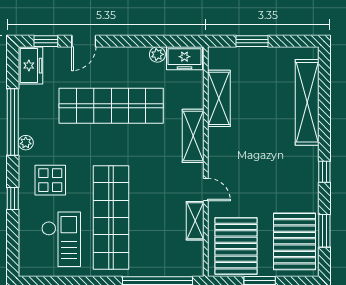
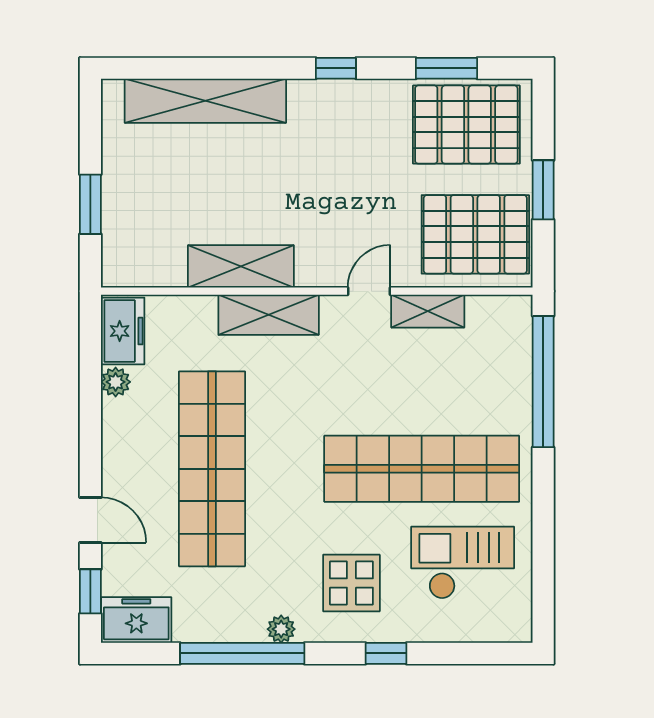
shelving: (219, 98) -> (241, 266), moved

